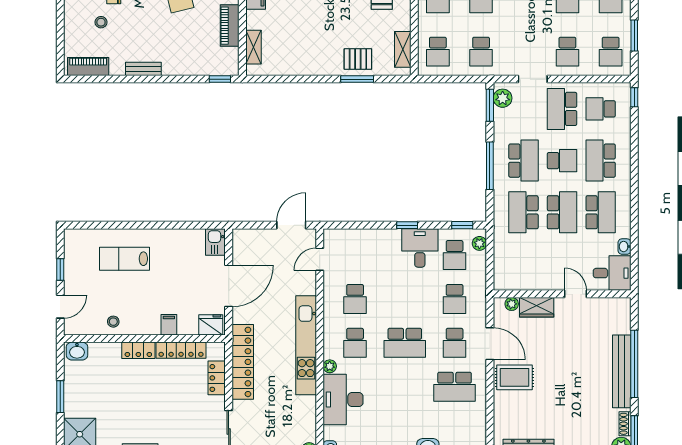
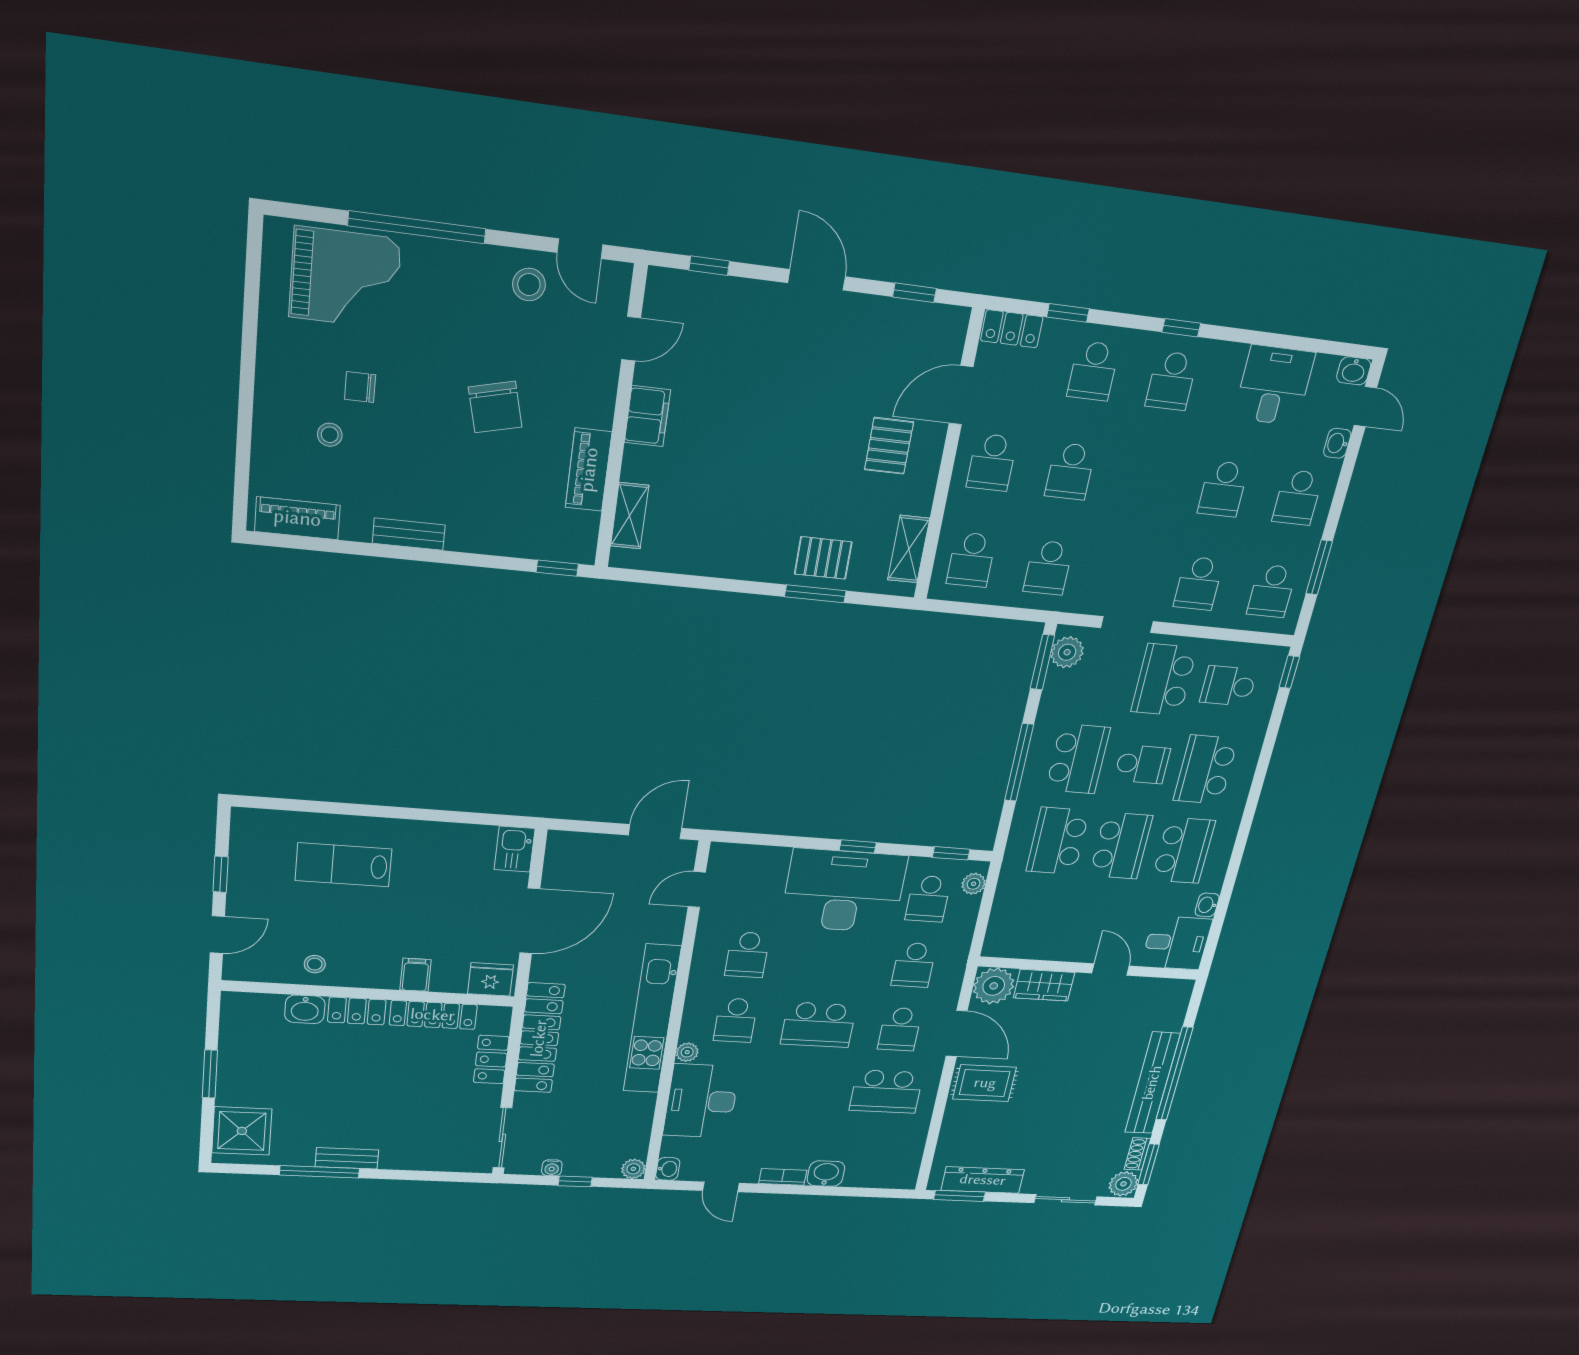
desk: (420, 248) -> (844, 891), width x1.87, depth x1.30
plant: (512, 304) -> (994, 986), width x1.88, depth x1.88
washbasin: (77, 351) -> (305, 1009), moved

